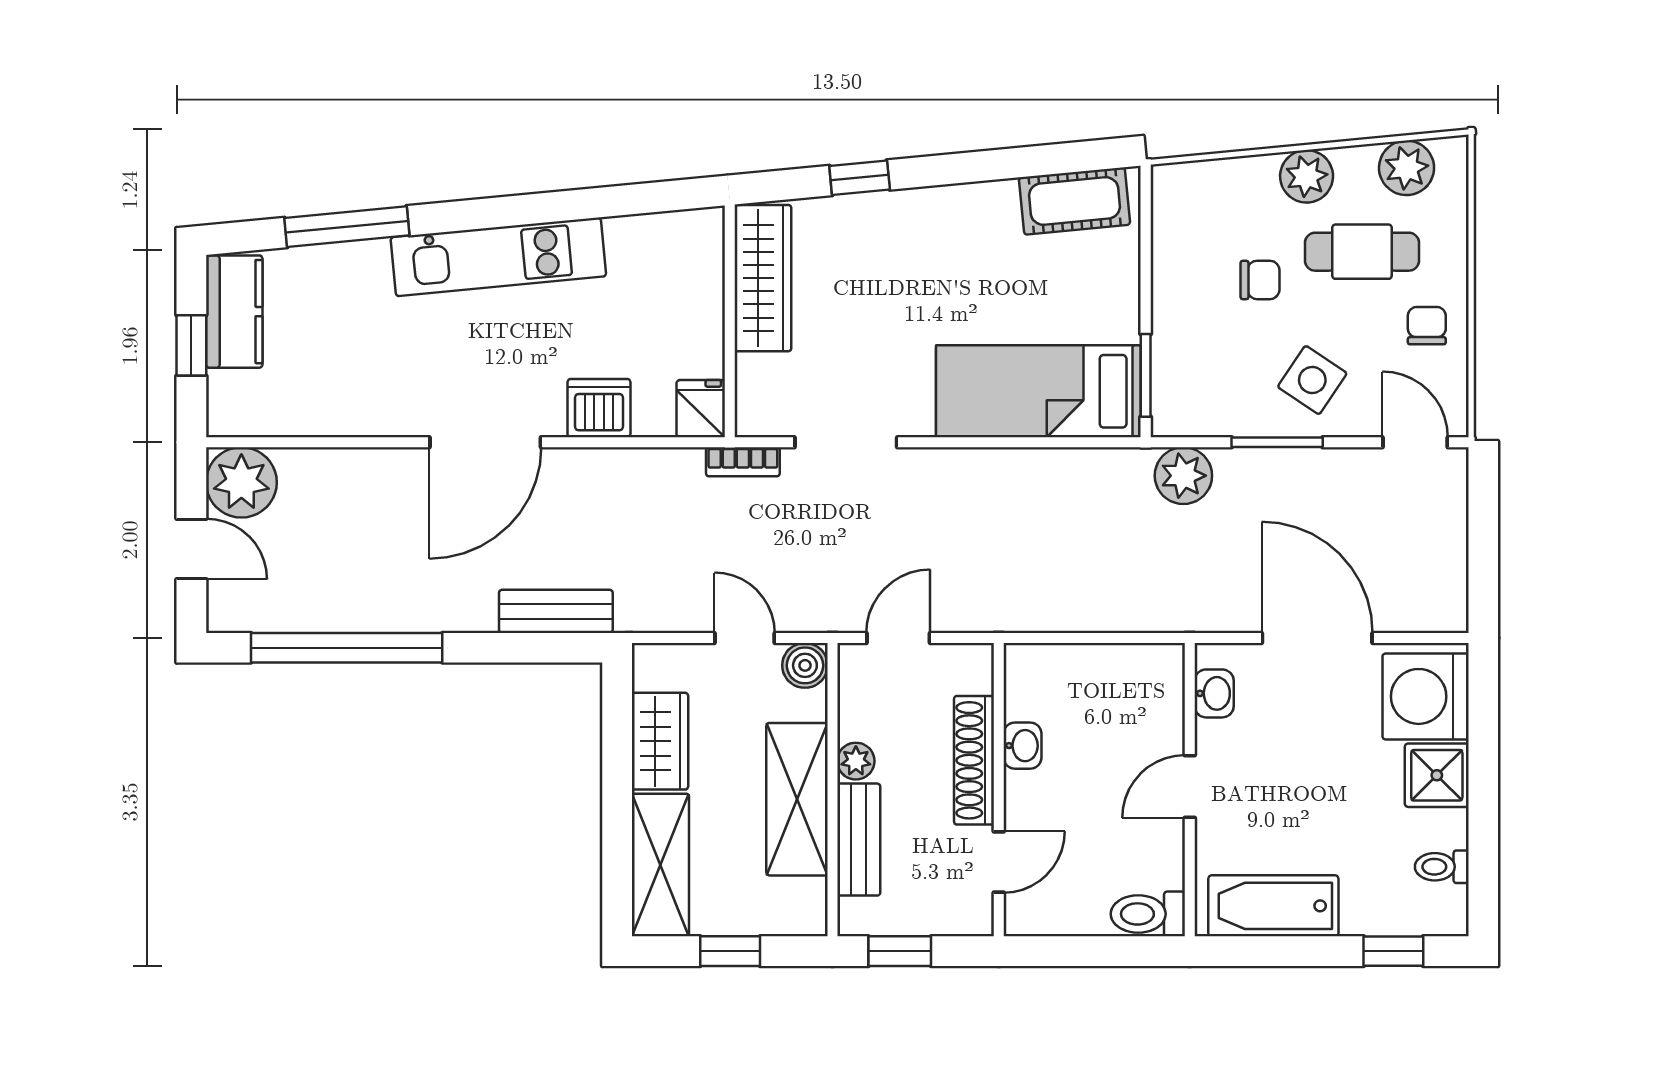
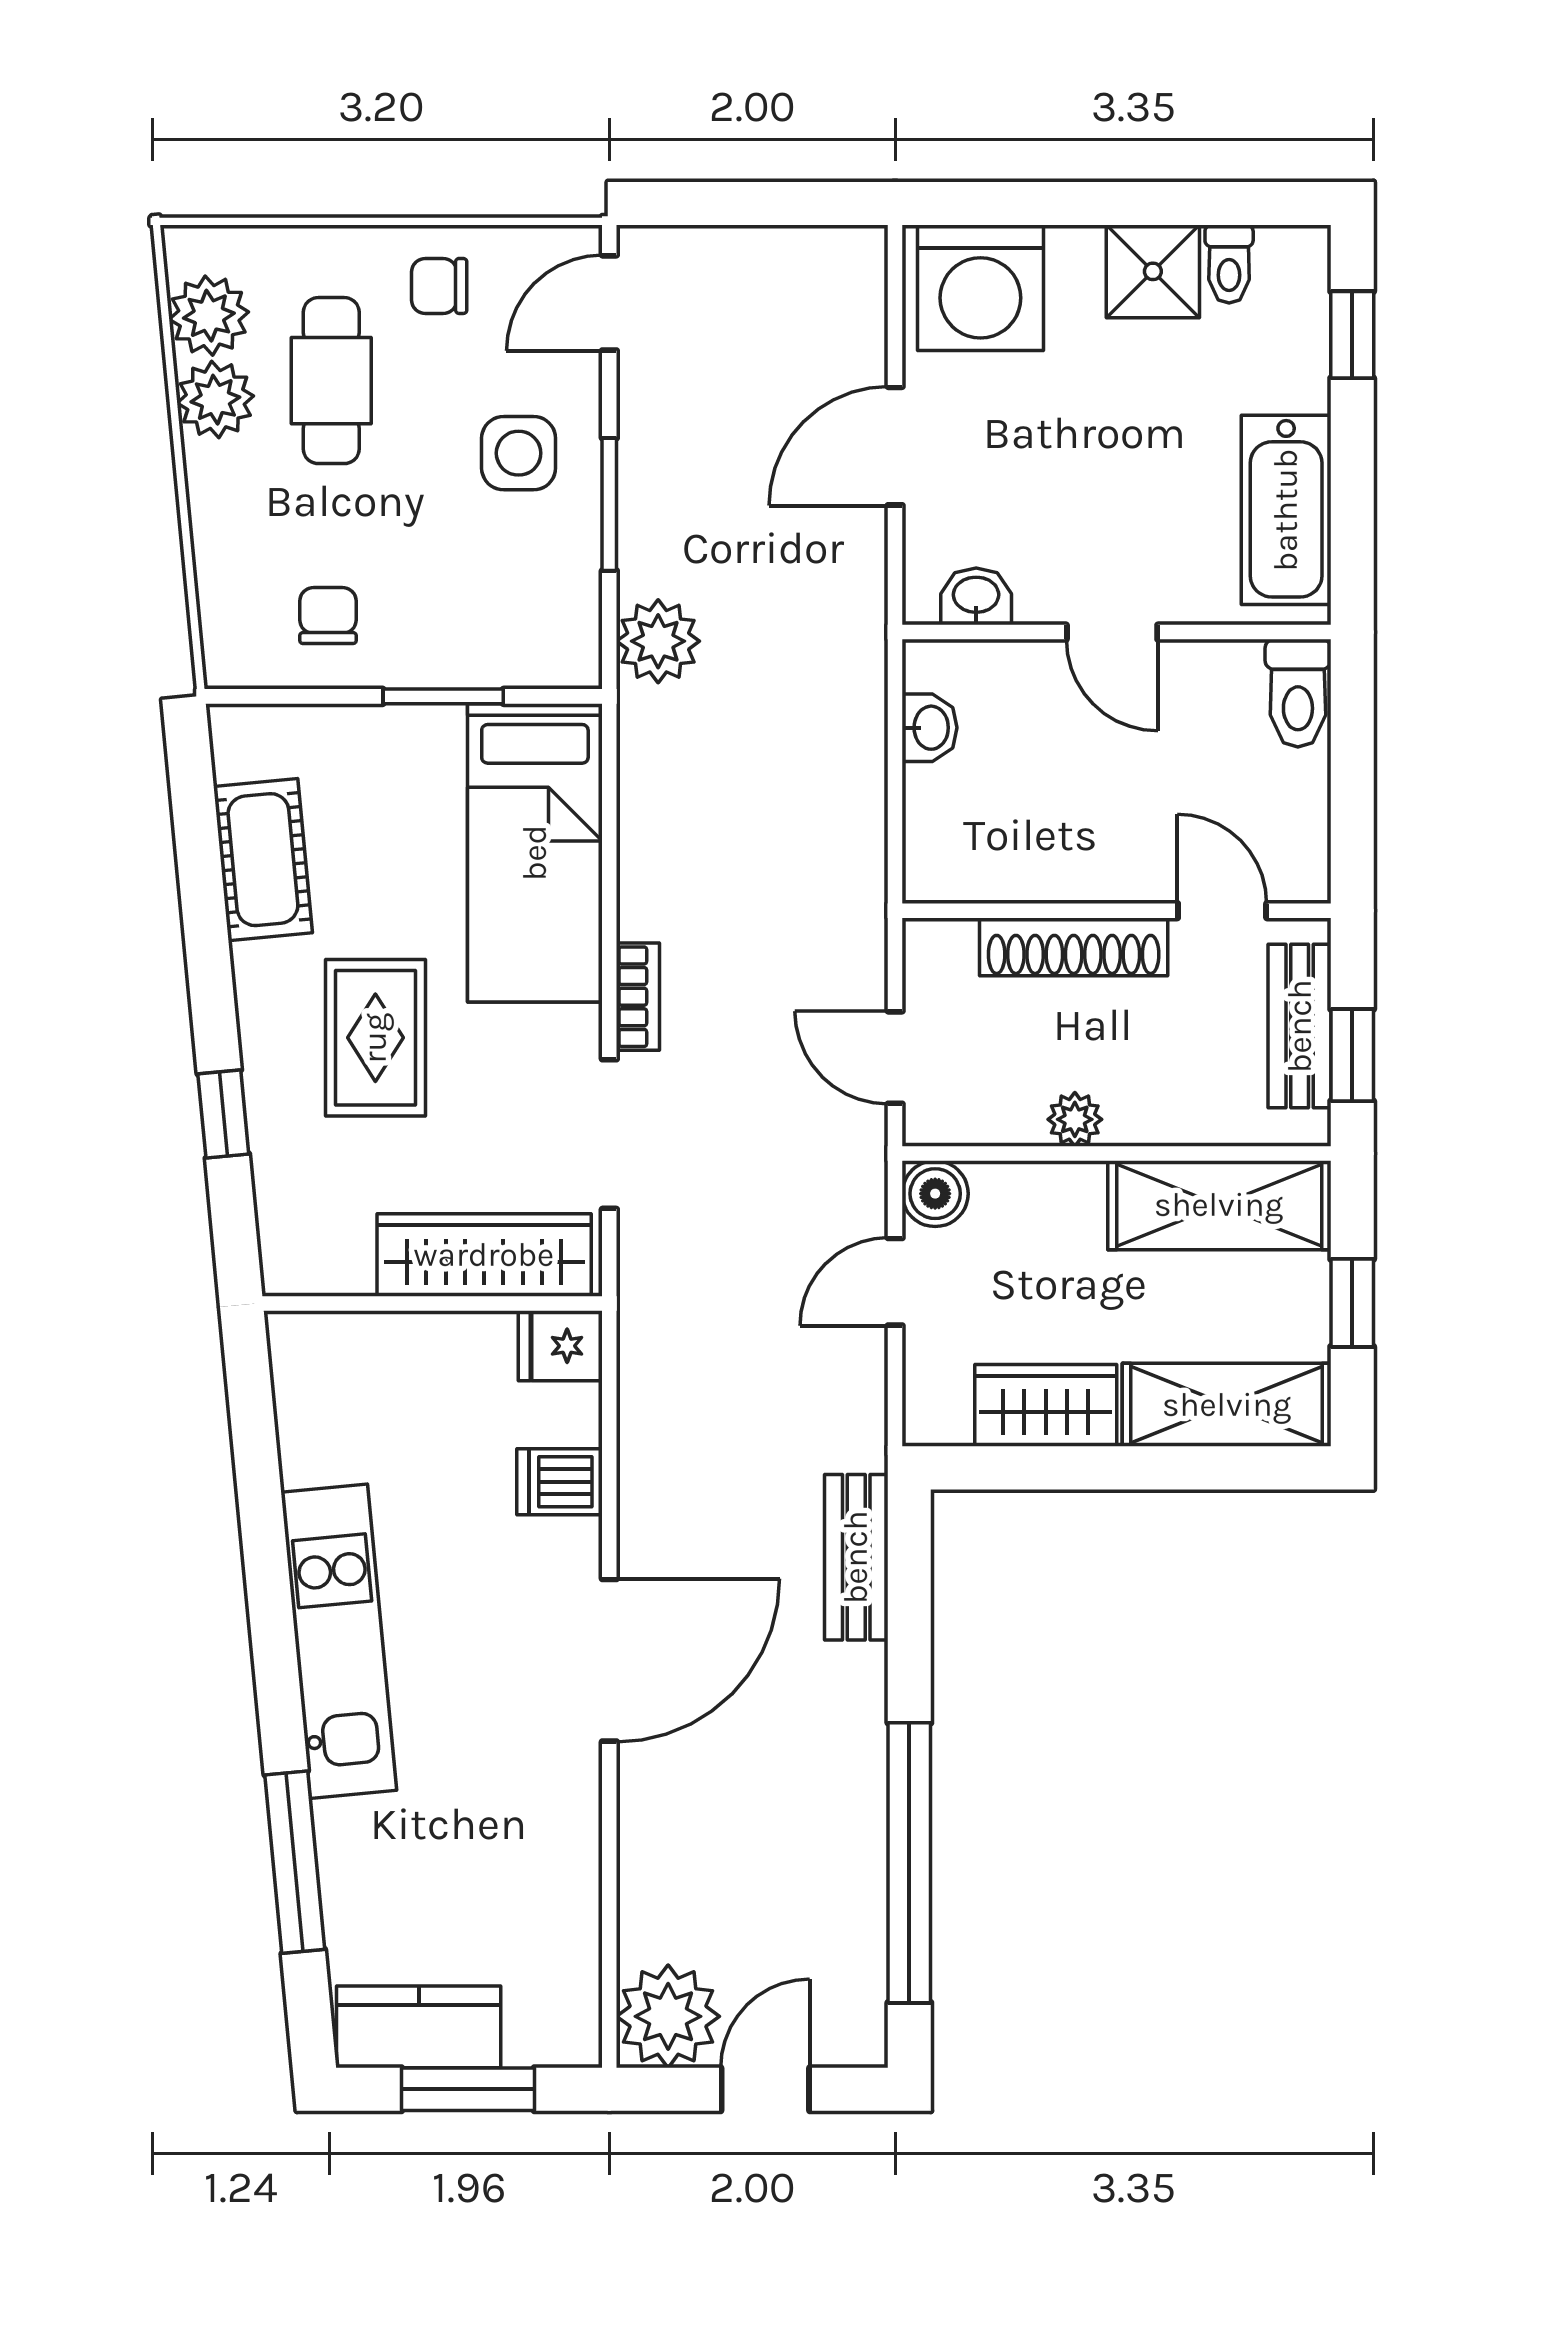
plant: (1307, 176) -> (215, 400), moved
cot: (1074, 201) -> (263, 860), moved
wardrobe: (763, 278) -> (484, 1255), moved
chair: (1260, 280) -> (328, 616), moved
rug: (912, 282) -> (375, 1038), added
window: (191, 345) -> (468, 2089), width x1.50
window: (1146, 375) -> (443, 696), moved
side table: (1312, 380) -> (519, 453), turned -34
dishwasher: (599, 408) -> (559, 1482), width x0.73
door: (485, 442) -> (609, 1660), hinge flipped
bookcase: (743, 462) -> (638, 997), moved
door: (1317, 638) -> (895, 446), width x0.73
washbasin: (1022, 746) -> (930, 728), moved, turned 90
shower: (1437, 775) -> (1153, 271), moved
shelving: (797, 799) -> (1219, 1205), moved
bench: (859, 840) -> (1300, 1026), moved, turned 90

